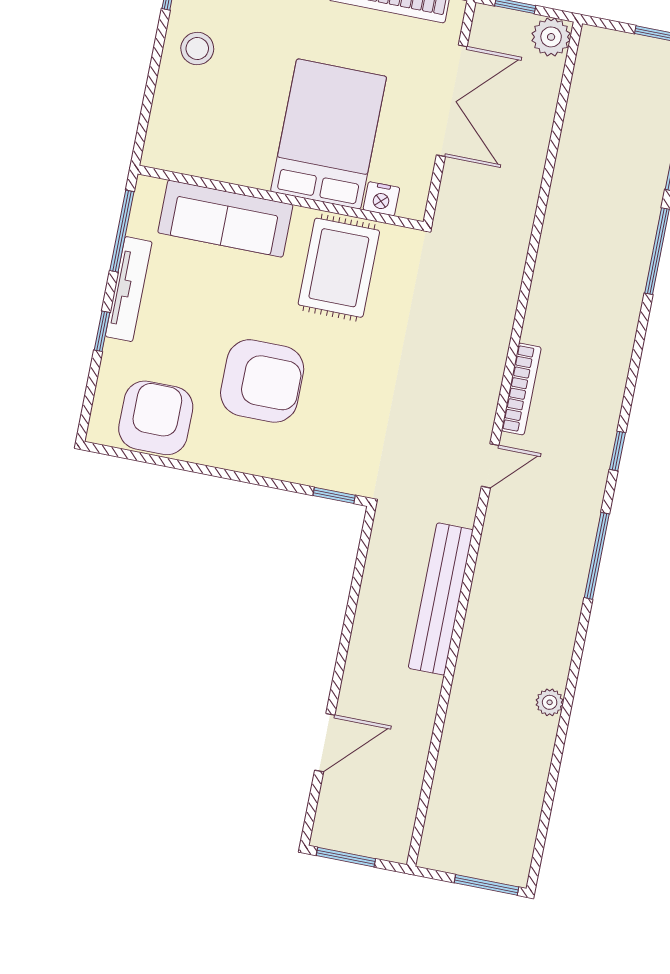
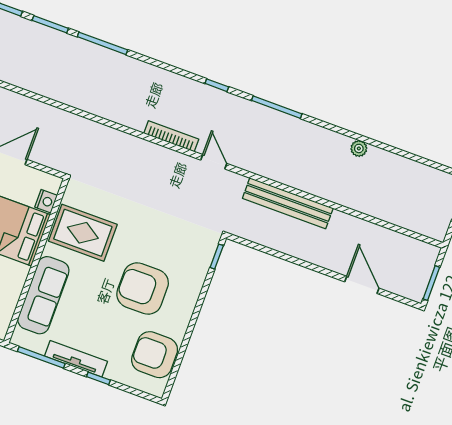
armchair: (262, 381) -> (143, 288), turned -90

